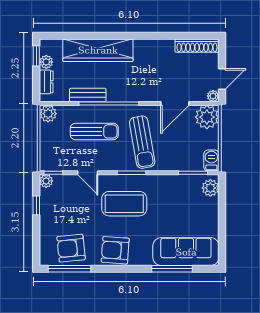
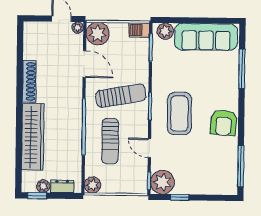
shoe rack: (197, 46) -> (29, 81), moved
bench: (88, 95) -> (75, 147), removed
sun lounger: (94, 131) -> (110, 141), turned 180
door: (88, 173) -> (149, 148), swing flipped
plant: (46, 181) -> (162, 182), width x1.87, depth x1.87
armchair: (71, 248) -> (221, 165), removed
sofa: (186, 252) -> (206, 37), moved, turned -90

